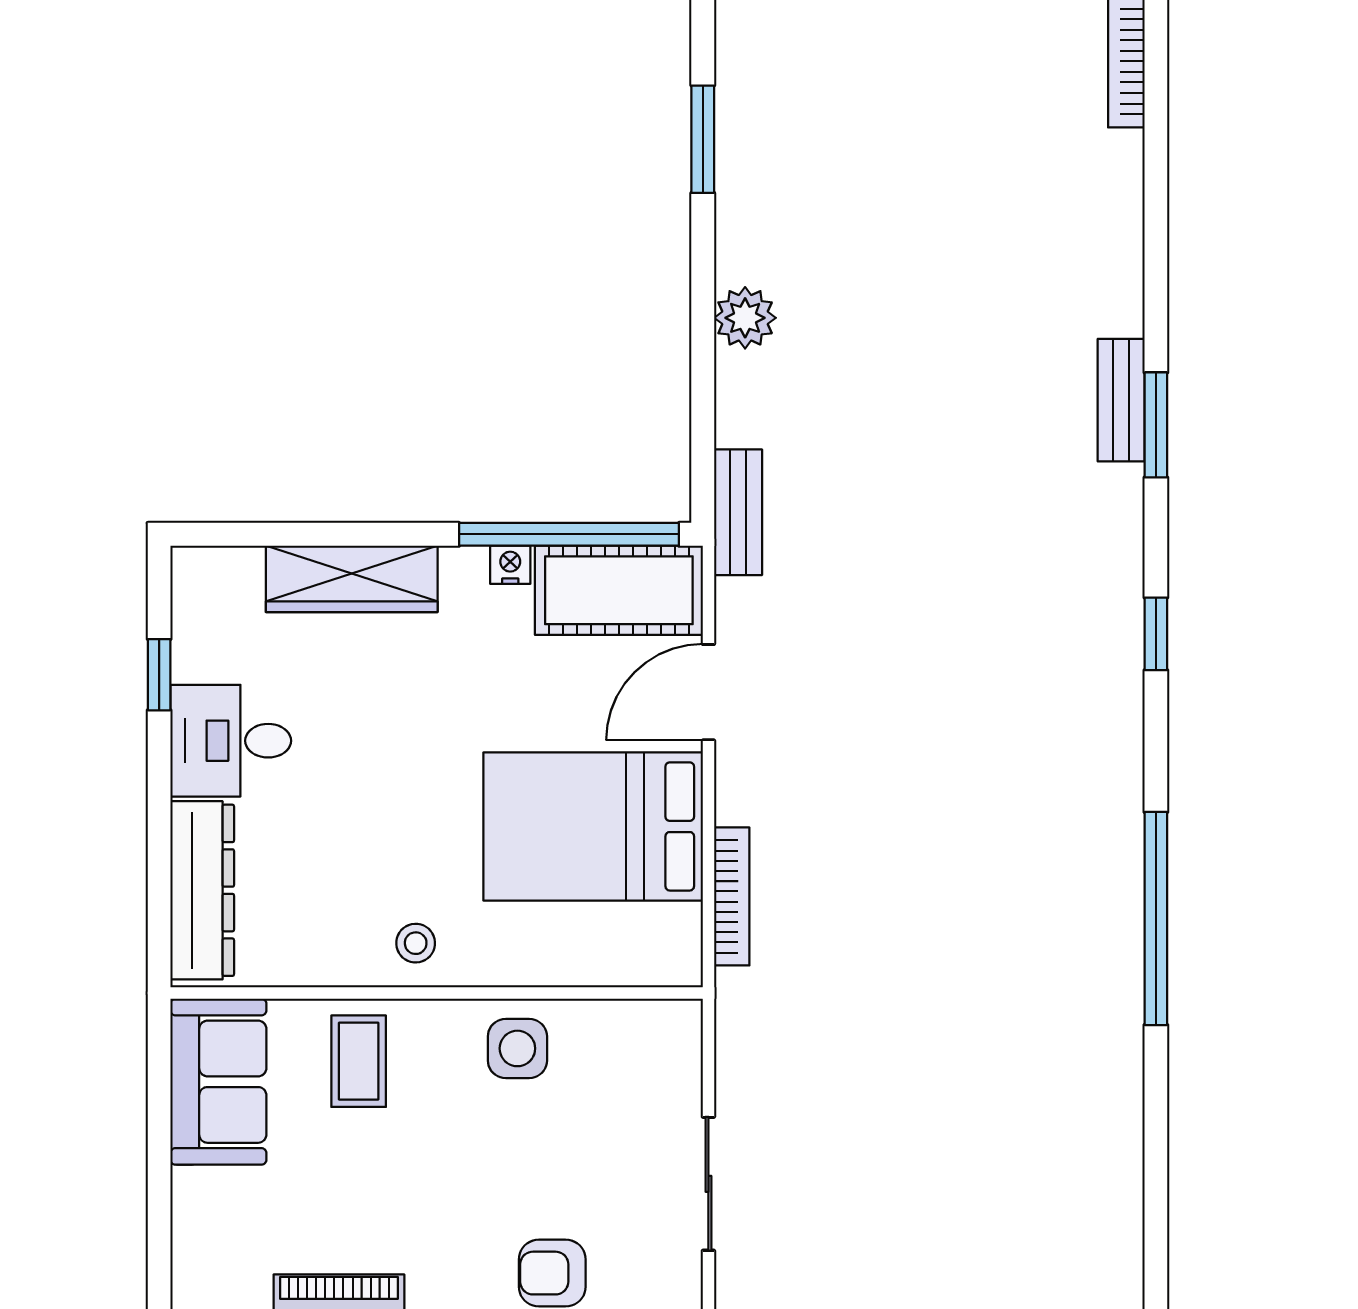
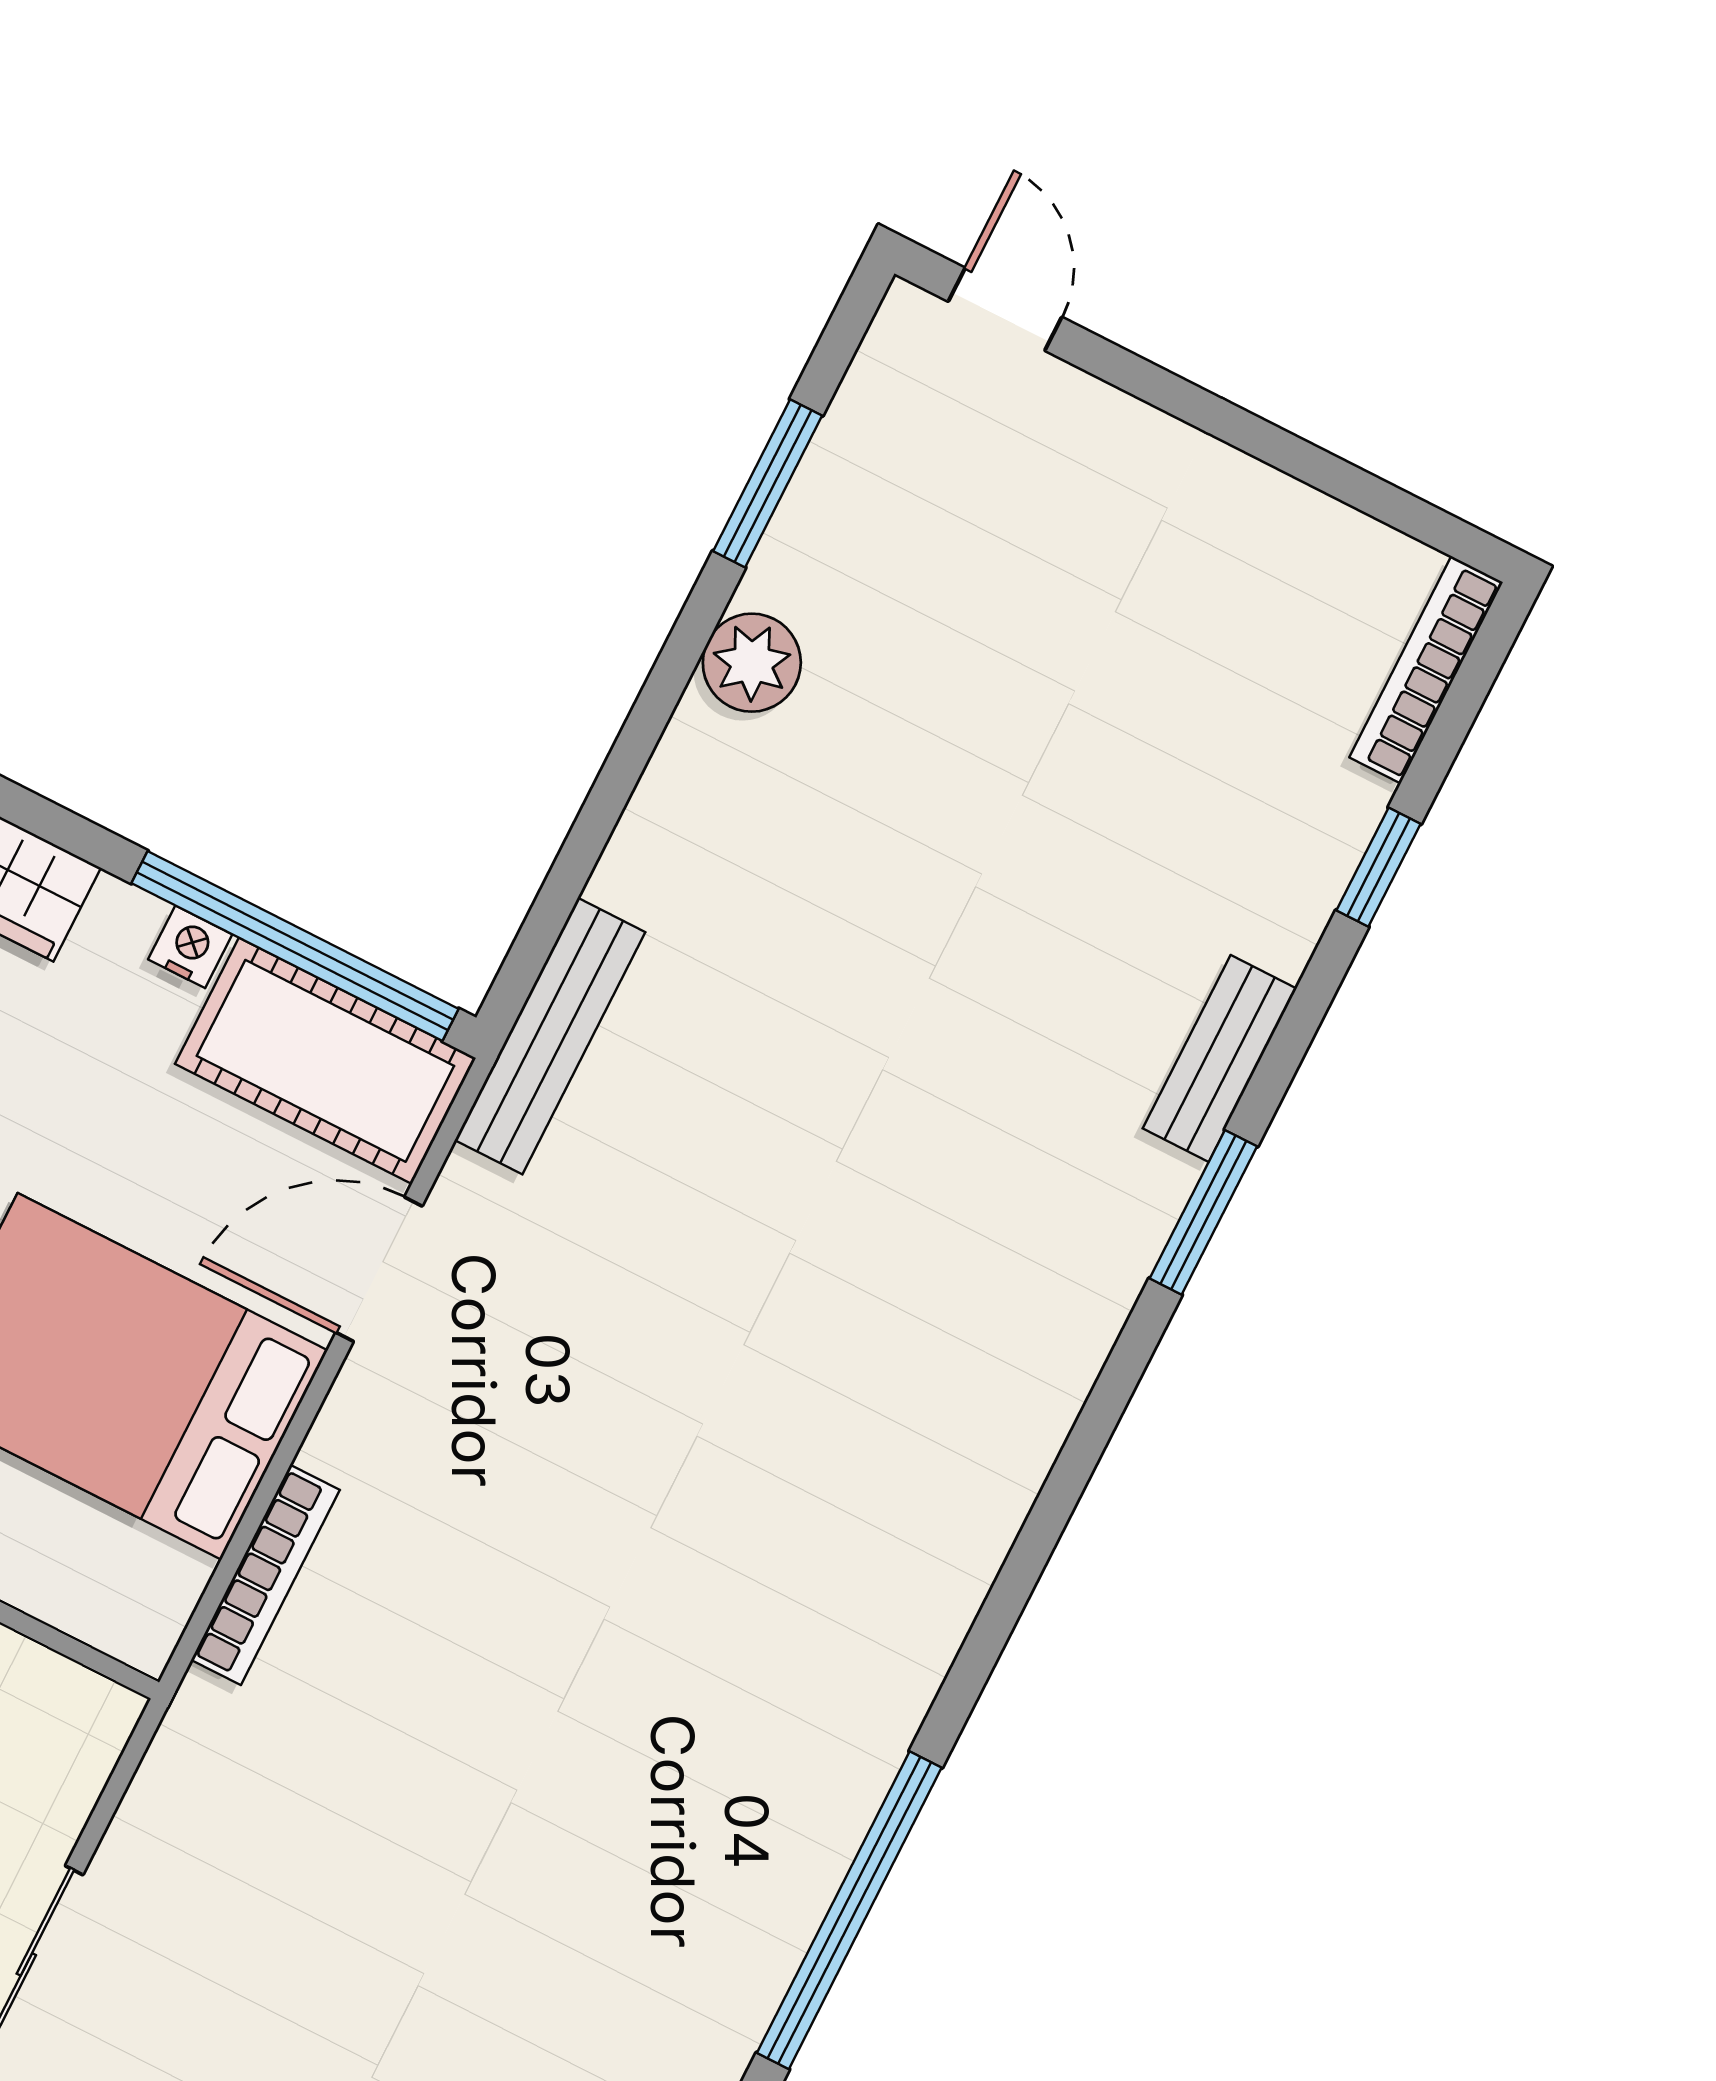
plant: (745, 318) -> (752, 663), moved
bench: (1121, 400) -> (1220, 1058), moved
bench: (738, 512) -> (550, 1036), width x1.36
window: (1156, 634) -> (1378, 867), moved

